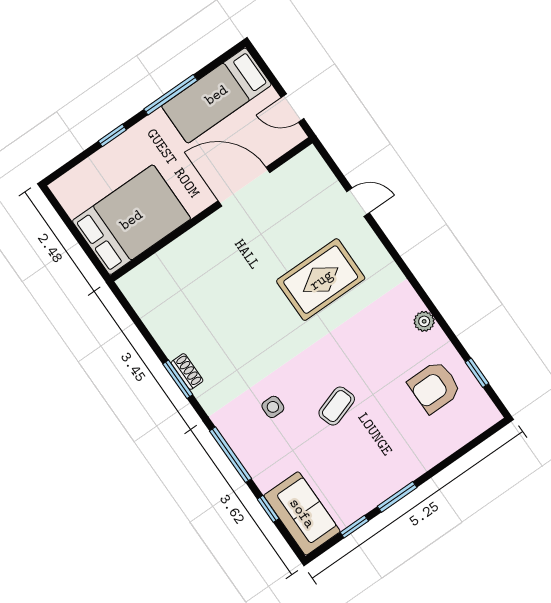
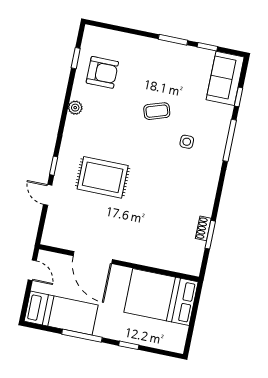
window: (383, 238) -> (54, 166), added
shoe rack: (187, 372) -> (203, 228), moved
window: (178, 379) -> (210, 235), moved

